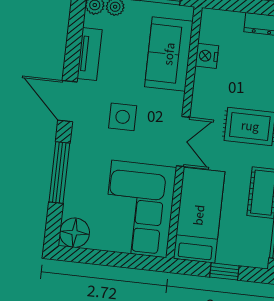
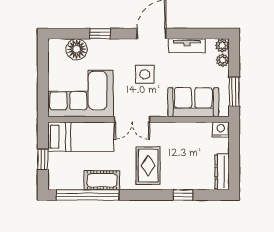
nightstand: (207, 56) -> (221, 129), moved
window: (59, 172) -> (100, 34), width x0.46
floor lamp: (75, 233) -> (77, 49), moved

